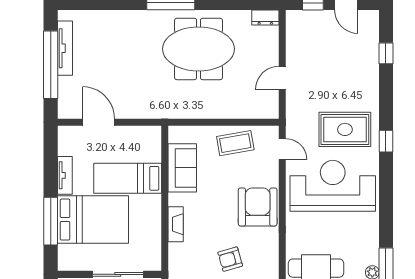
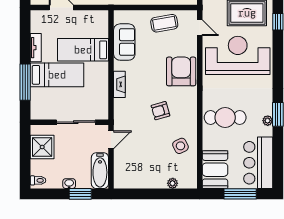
bed: (93, 220) -> (57, 75), width x0.67

